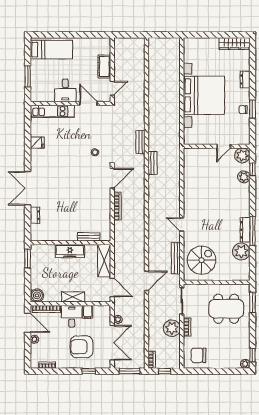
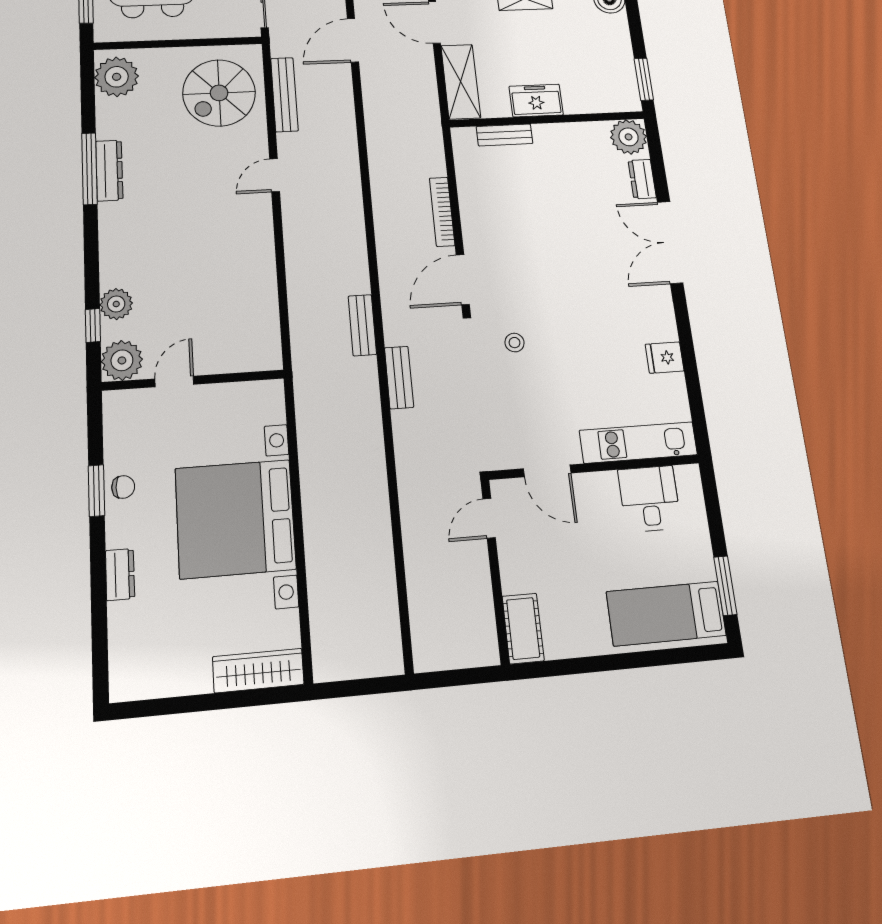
wardrobe: (234, 44) -> (258, 671), moved
cot: (104, 67) -> (523, 628), moved
window: (28, 76) -> (725, 586), moved
desk: (65, 90) -> (650, 499), moved
double door: (28, 188) -> (670, 242), swing flipped
door: (182, 225) -> (275, 175), swing flipped
plant: (38, 233) -> (629, 137), added
freezer: (70, 251) -> (536, 101), width x0.71
plant: (241, 251) -> (117, 77), moved

